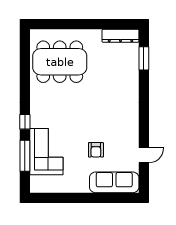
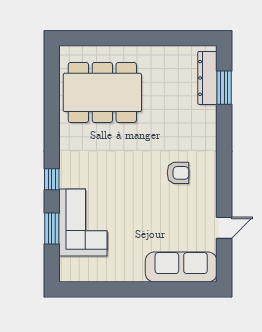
dresser: (120, 36) -> (207, 78), moved, turned 90
armchair: (96, 150) -> (178, 173), moved, turned -90
window: (25, 156) -> (52, 229), width x0.69

